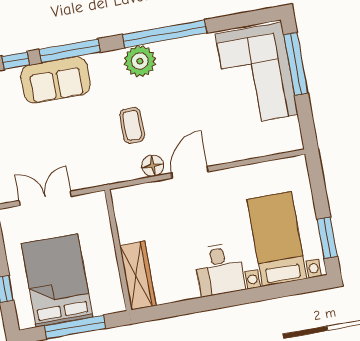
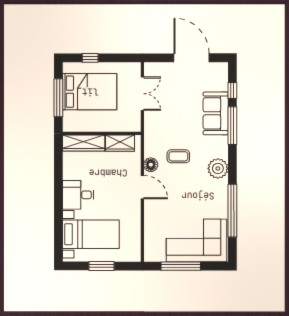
window: (165, 34) -> (232, 211), moved
window: (296, 64) -> (181, 266), moved
wardrobe: (128, 219) -> (120, 143), added
window: (327, 238) -> (102, 266), moved

